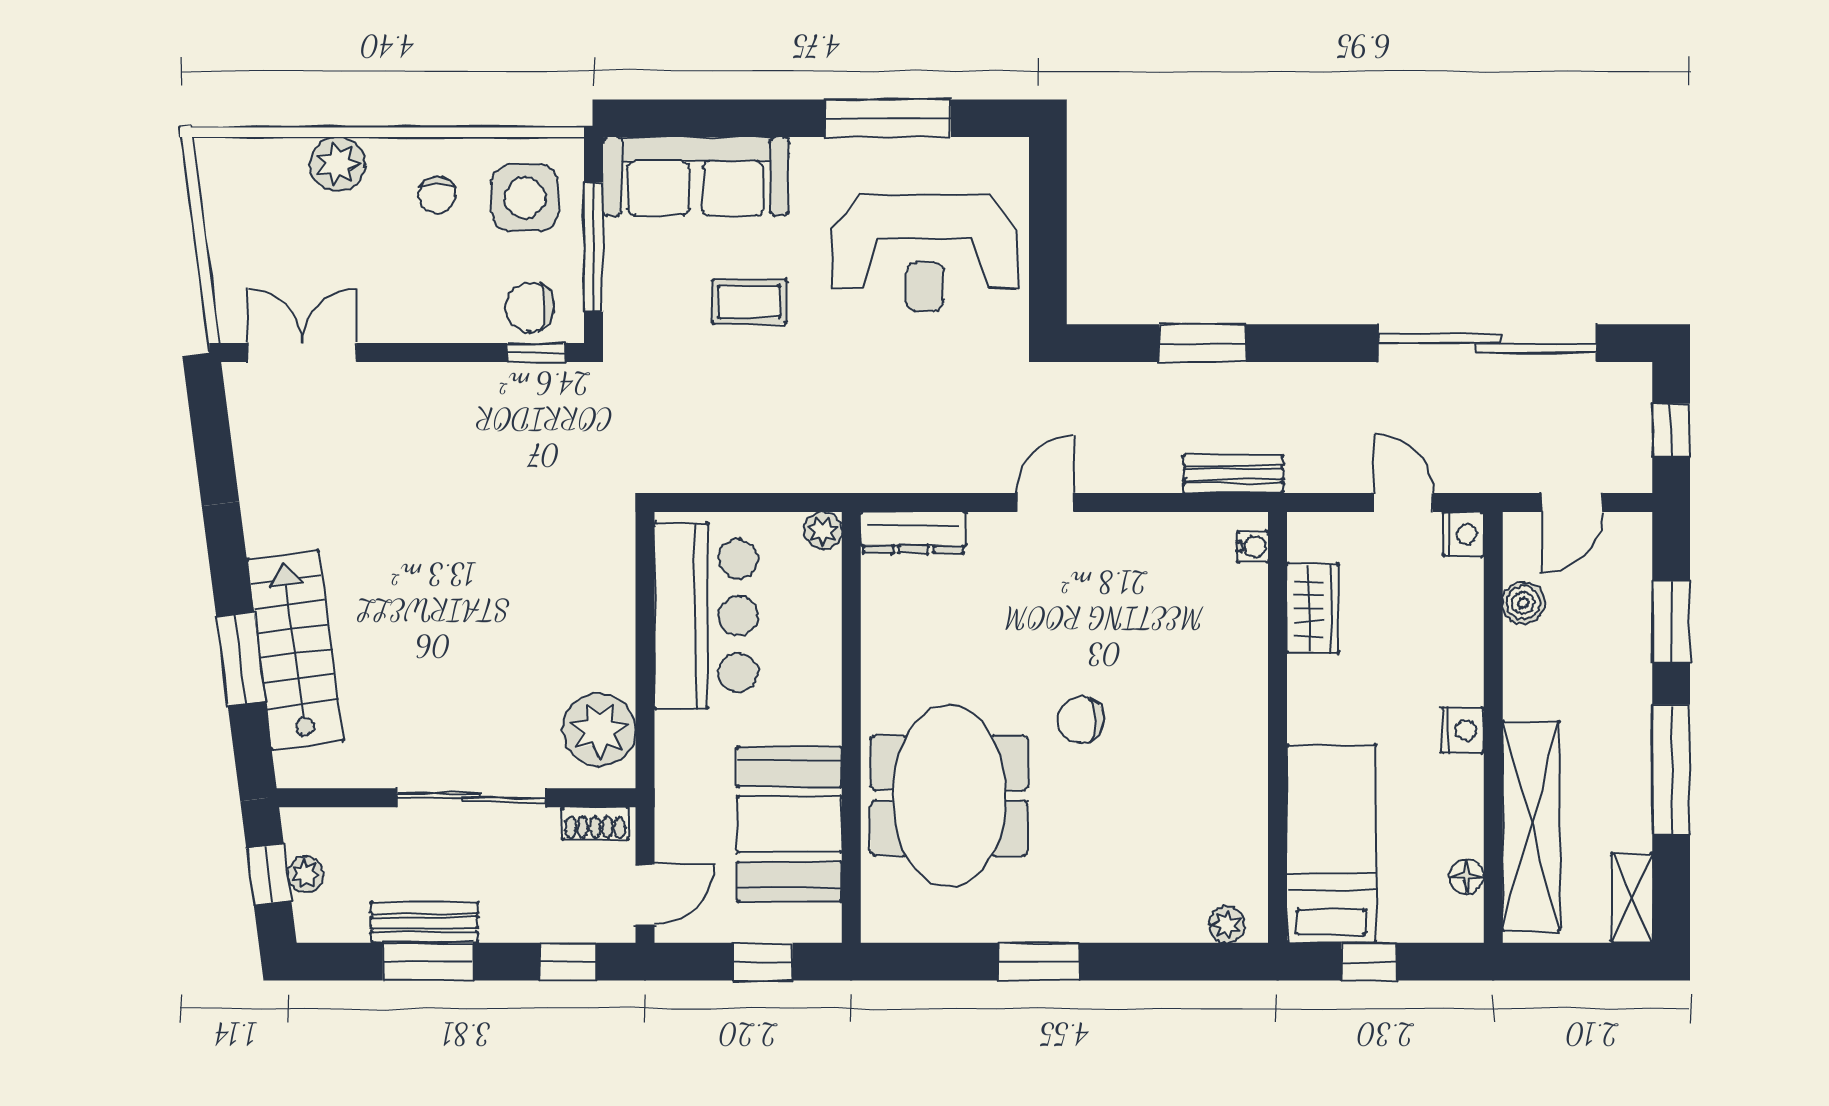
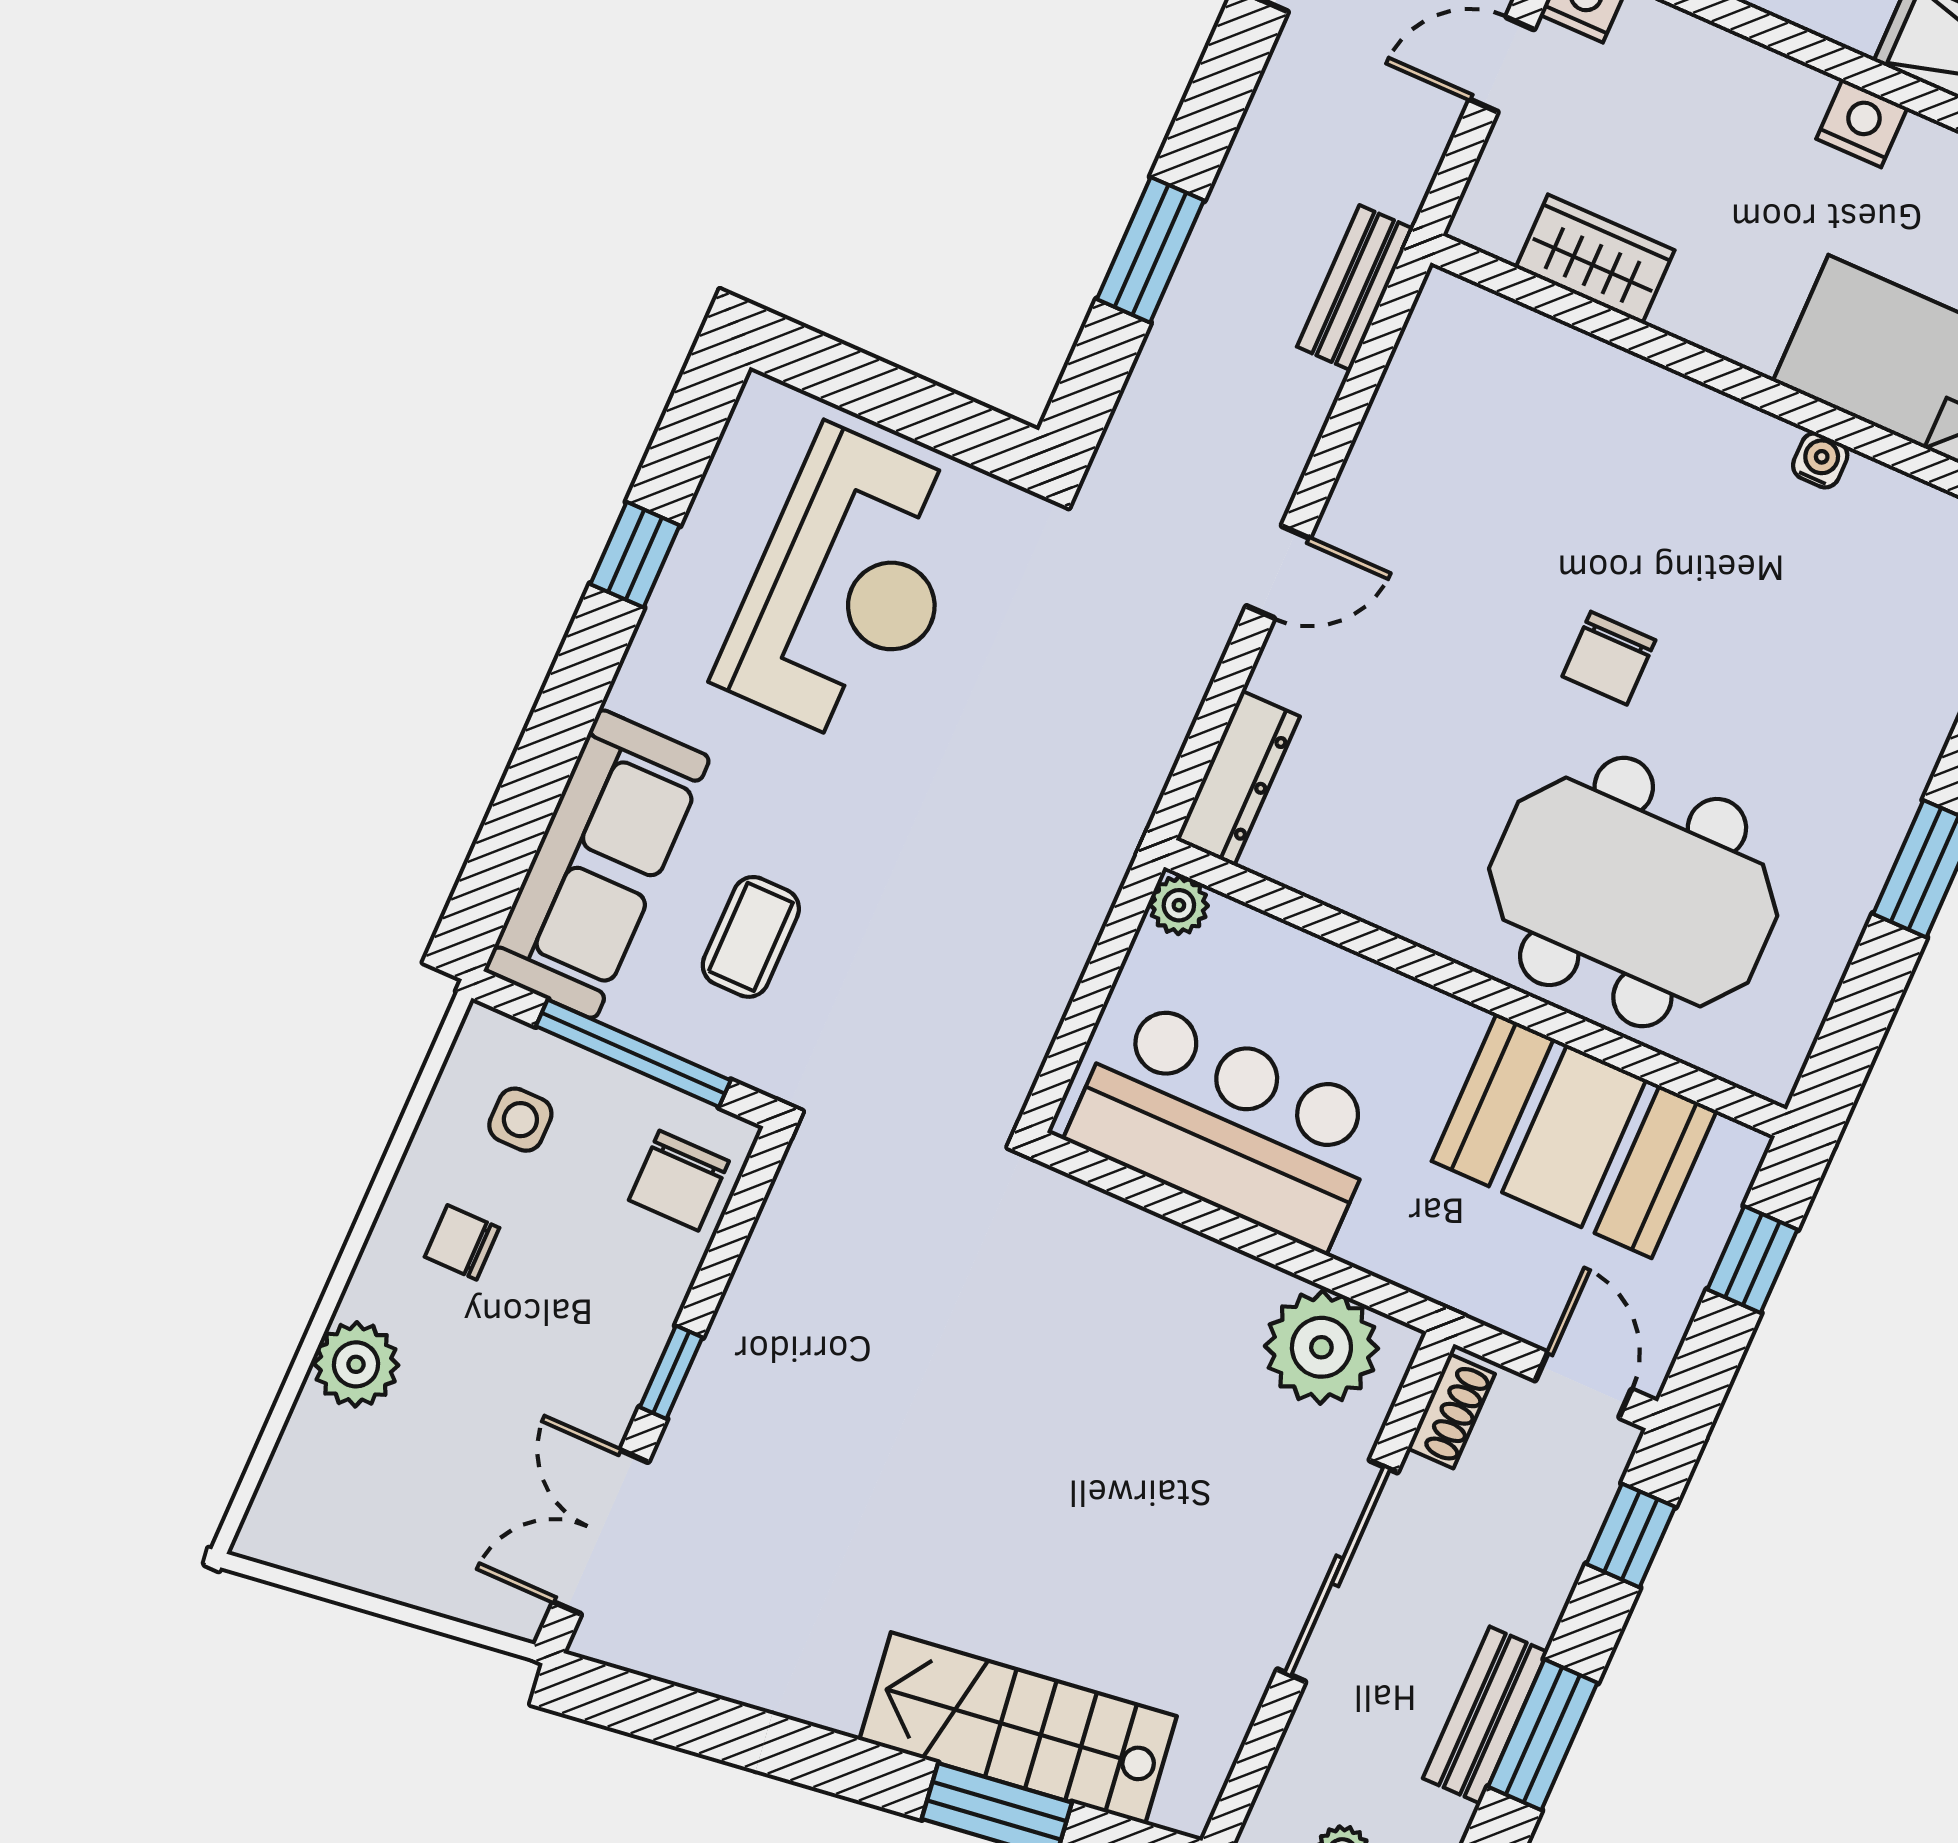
window: (888, 118) -> (635, 555), width x0.46
chair: (437, 195) -> (462, 1242), turned 180
side table: (525, 198) -> (520, 1120), width x0.54, depth x0.54
coffee table: (749, 302) -> (751, 937), moved
window: (536, 353) -> (671, 1372), moved
door: (1045, 502) -> (1278, 572), swing flipped
water cooler: (1253, 547) -> (1820, 460), moved

